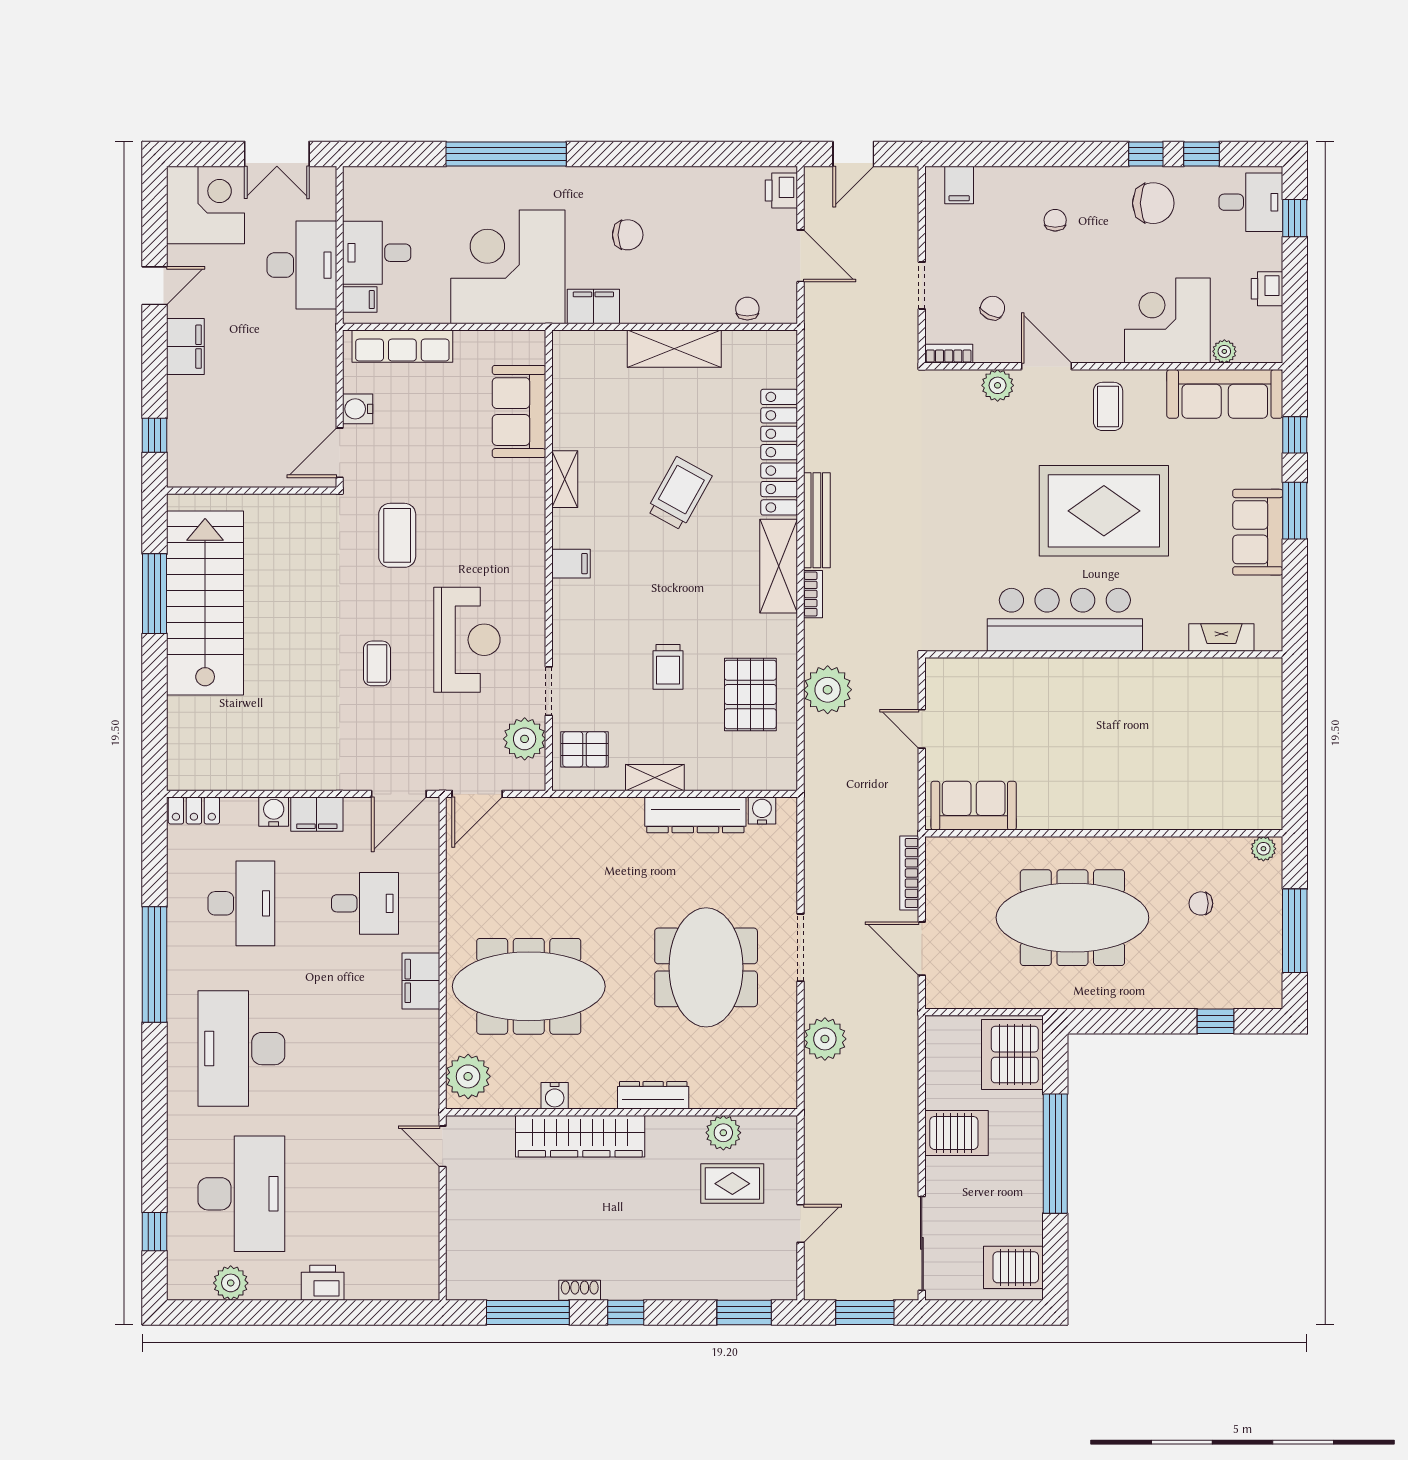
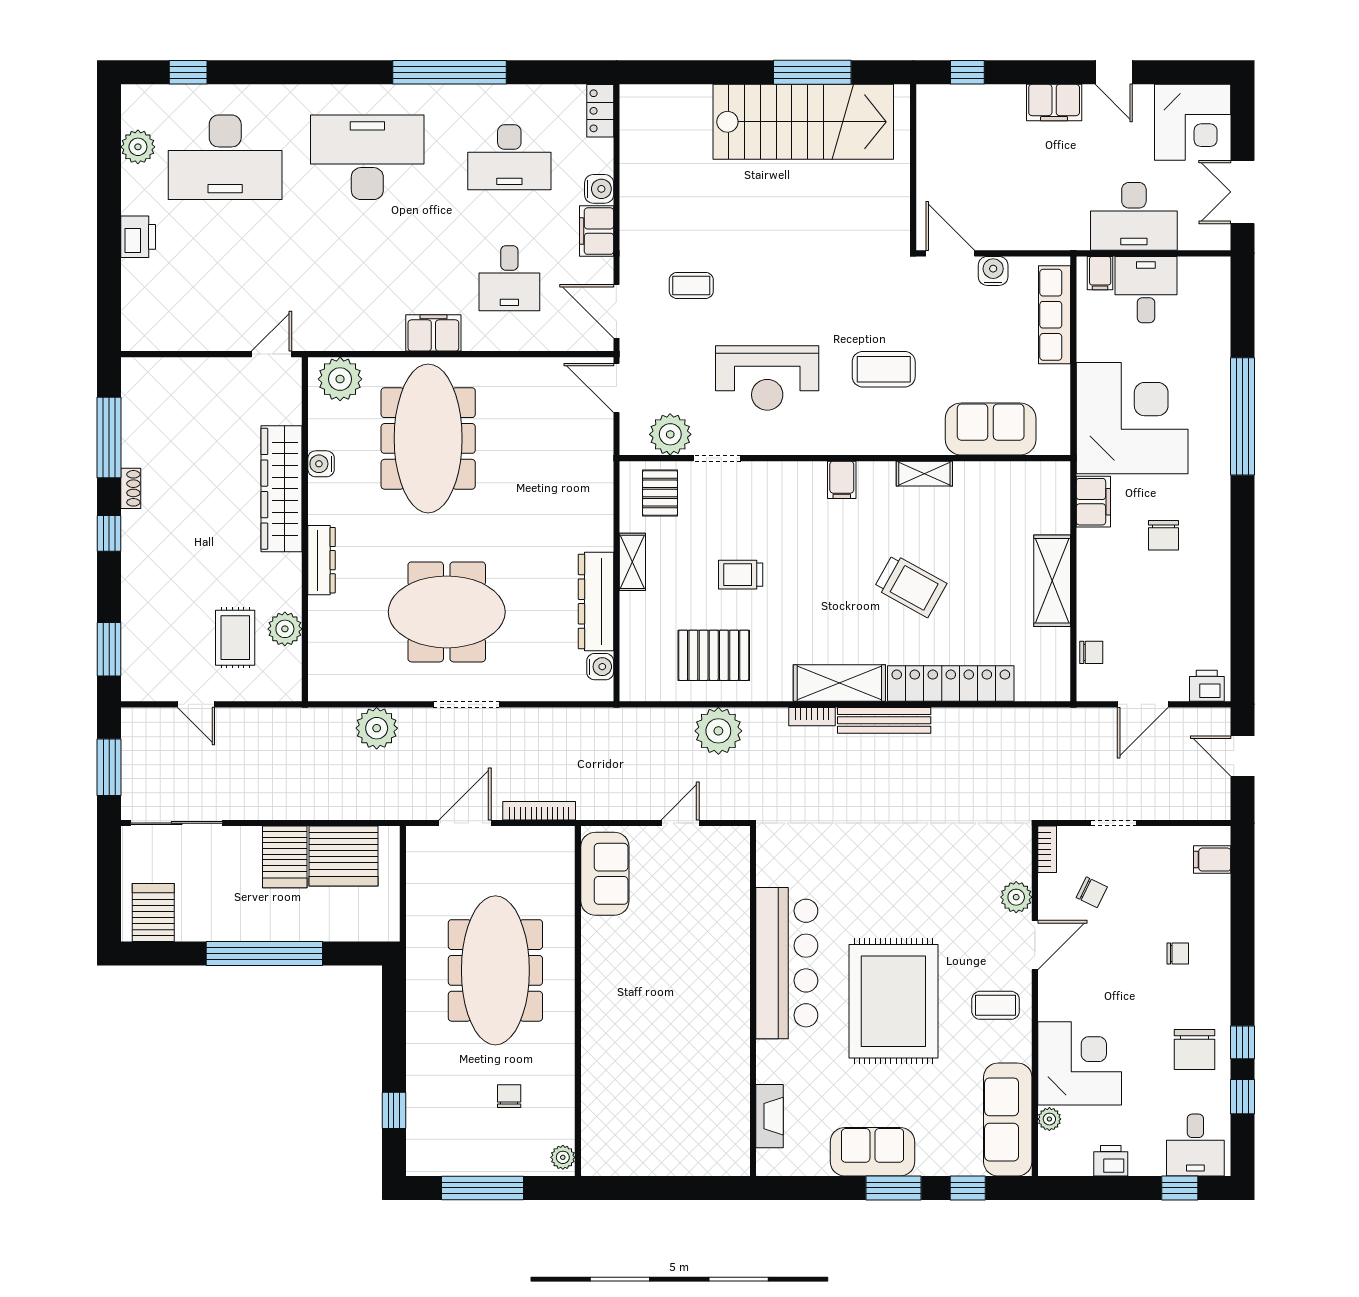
coffee table: (397, 535) -> (884, 369), moved
coffee table: (377, 663) -> (691, 285), moved
server rack: (1012, 1055) -> (343, 856), moved, turned 180

